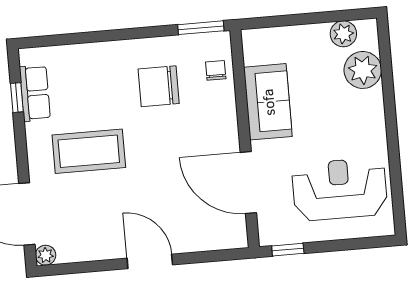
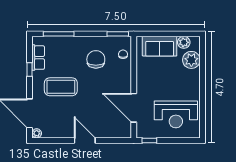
window: (74, 39) -> (59, 34), added
chair: (159, 86) -> (96, 59), turned 90
window: (17, 98) -> (30, 69), moved
sofa: (268, 102) -> (160, 46), moved, turned 90
reception desk: (340, 189) -> (176, 114), turned 180

